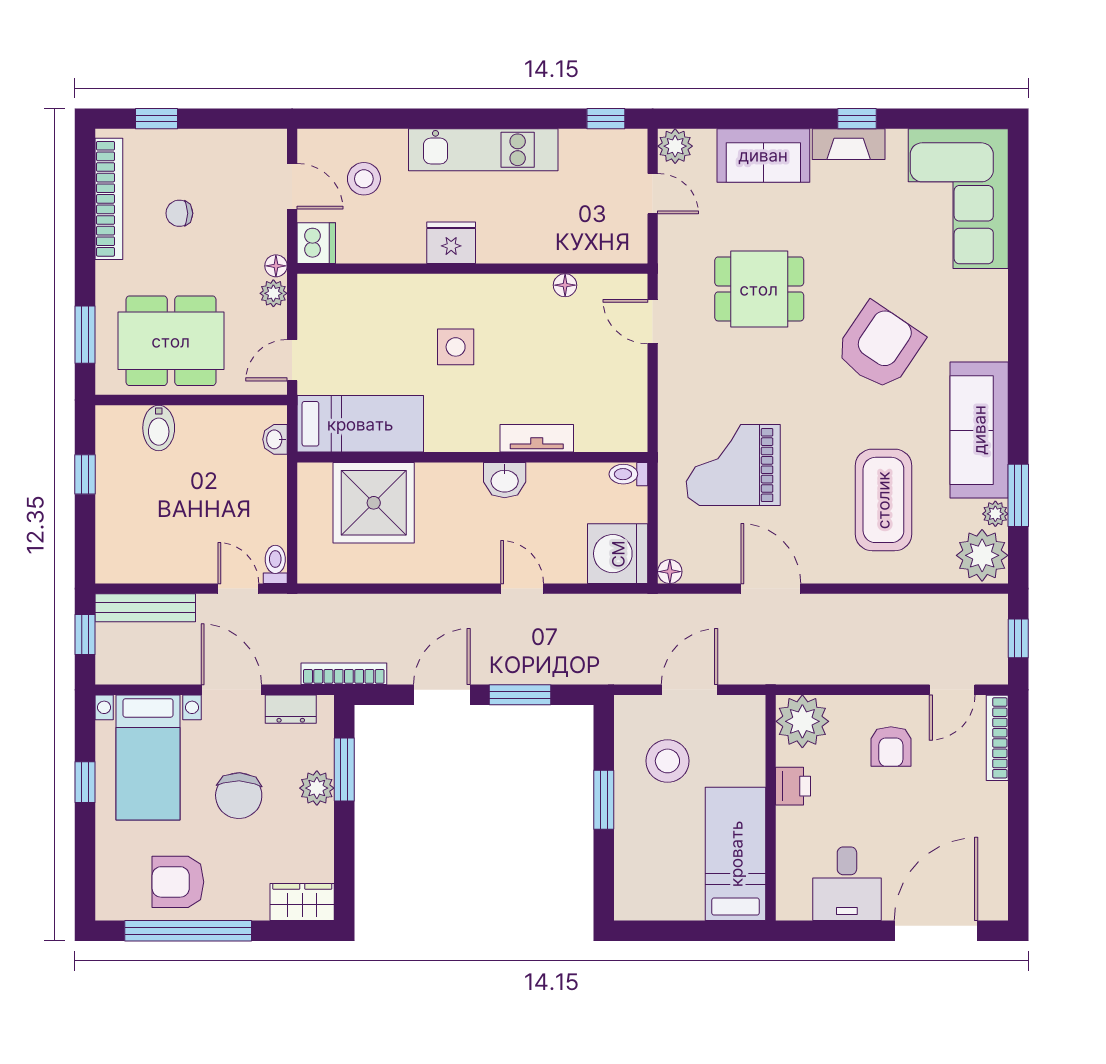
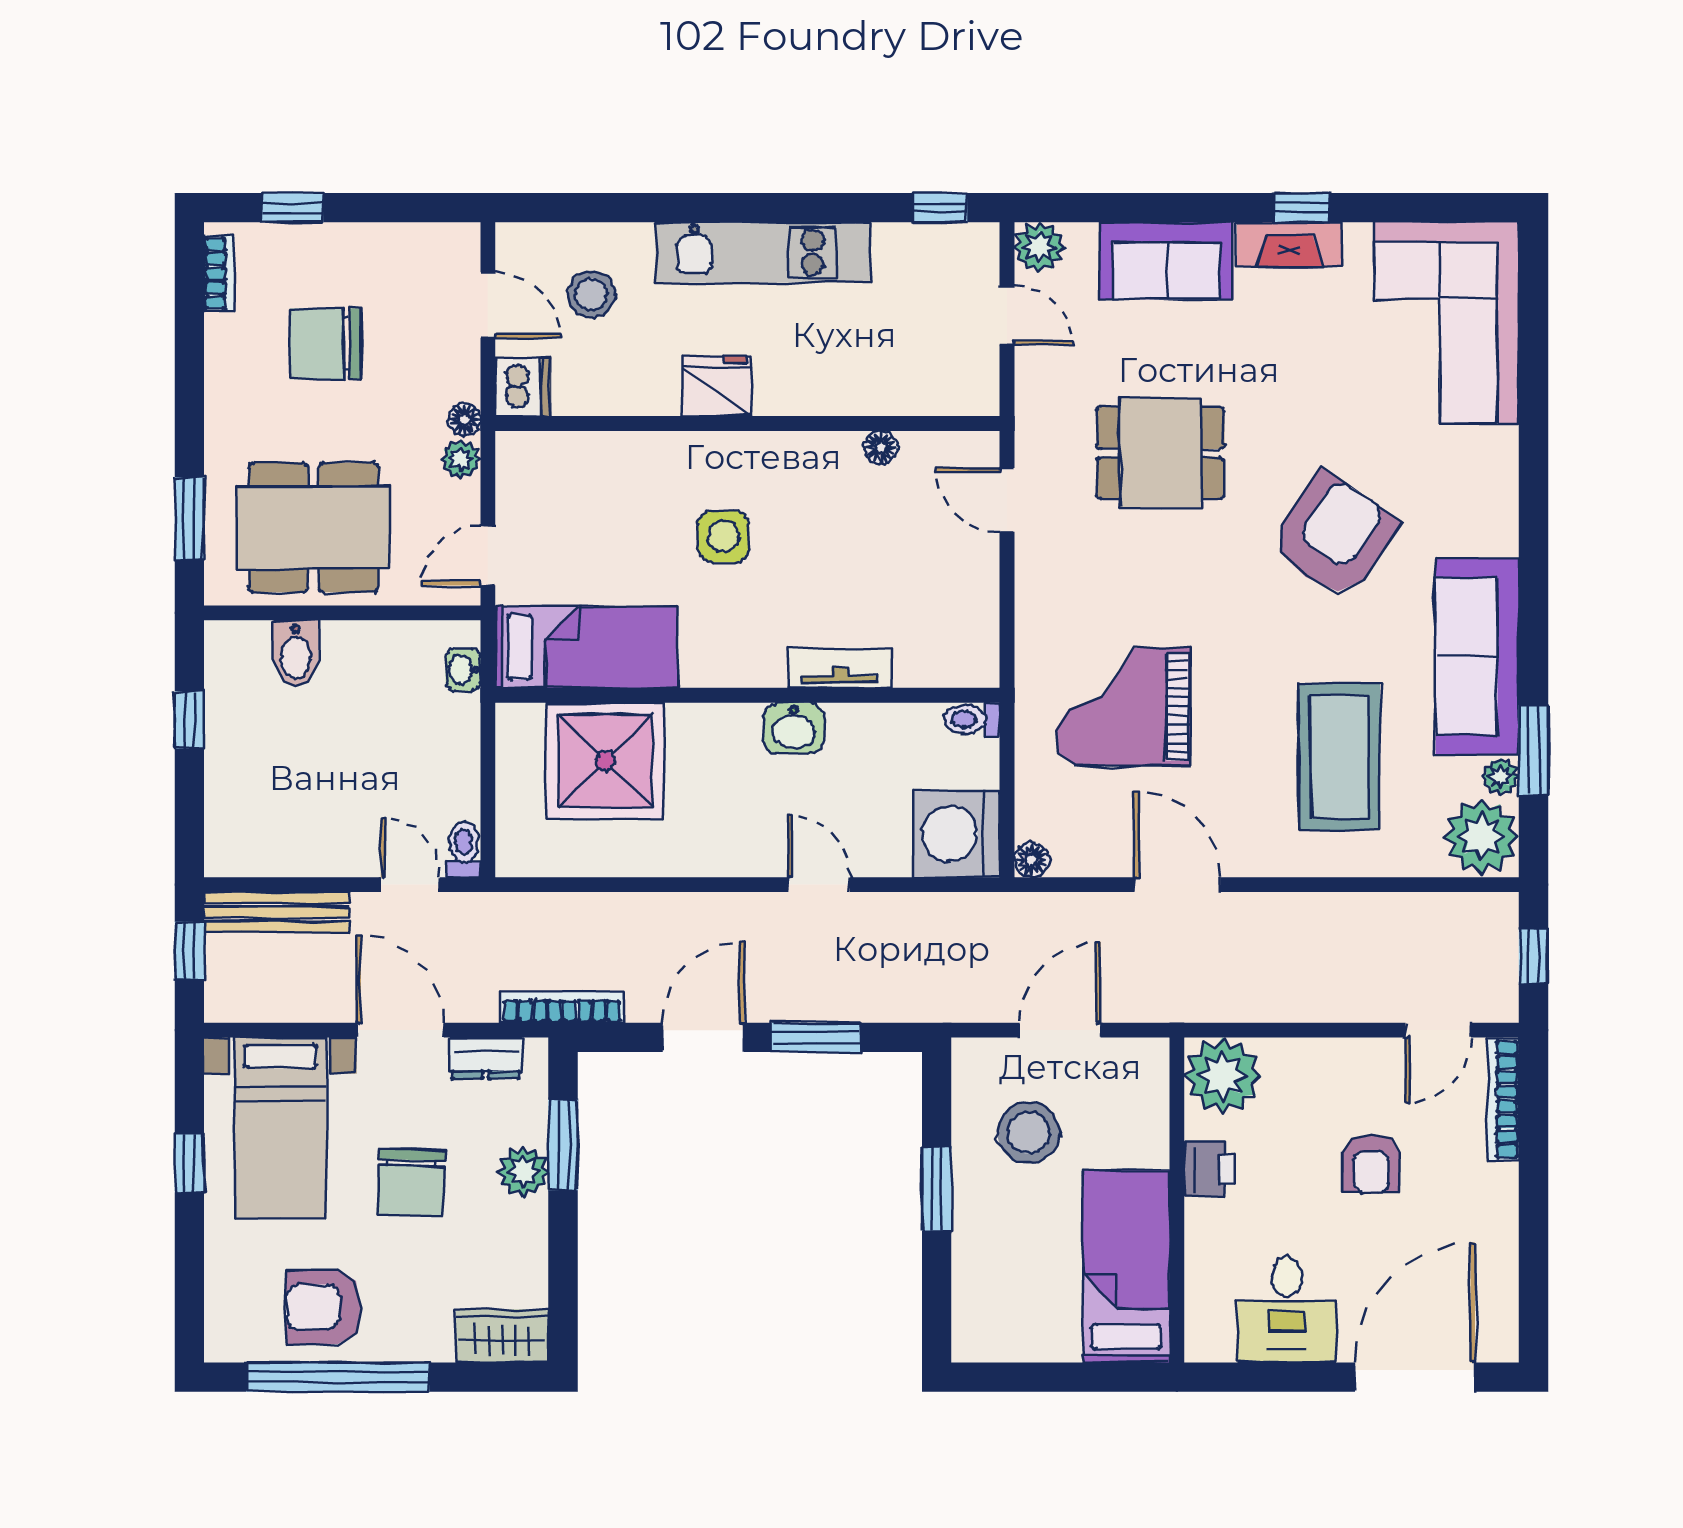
bookcase: (109, 199) -> (219, 273), width x0.43, depth x0.76
chair: (179, 213) -> (325, 344), width x1.87, depth x1.87
armchair: (891, 747) -> (1371, 1164), moved

